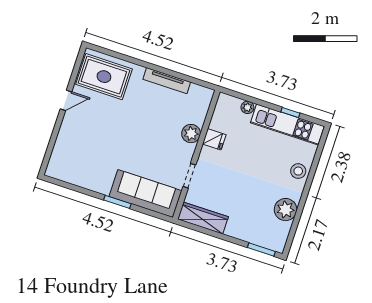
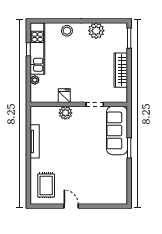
rug: (104, 77) -> (46, 185), width x0.73, depth x0.70
wardrobe: (203, 218) -> (121, 70), moved

